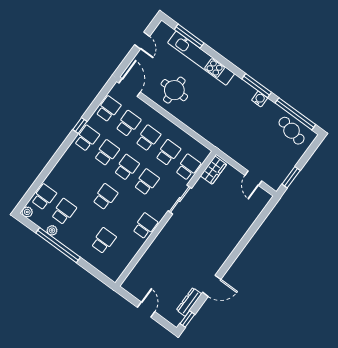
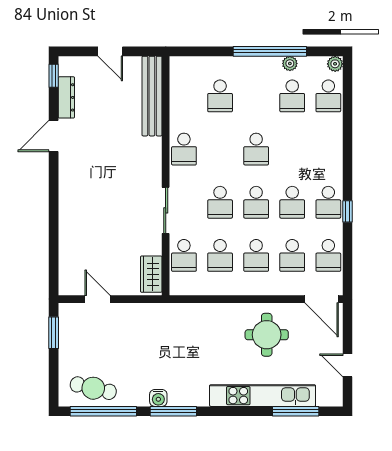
bench: (141, 268) -> (152, 96), added

